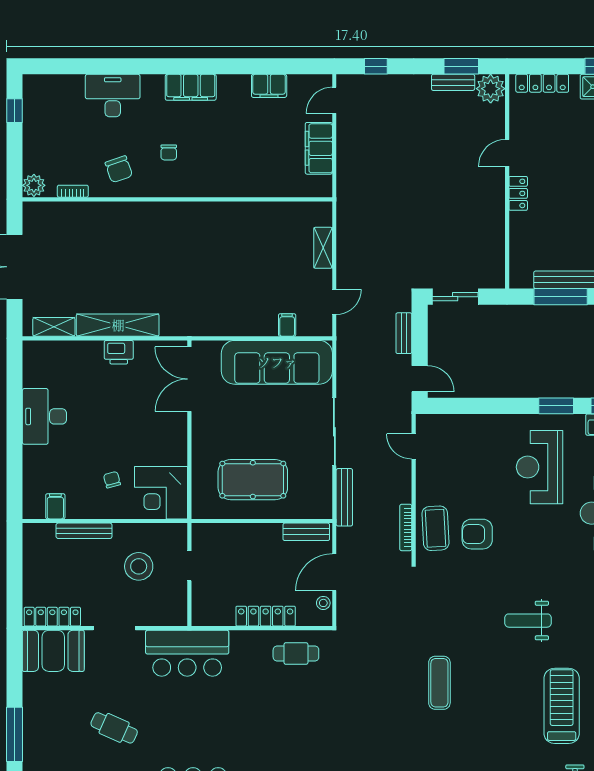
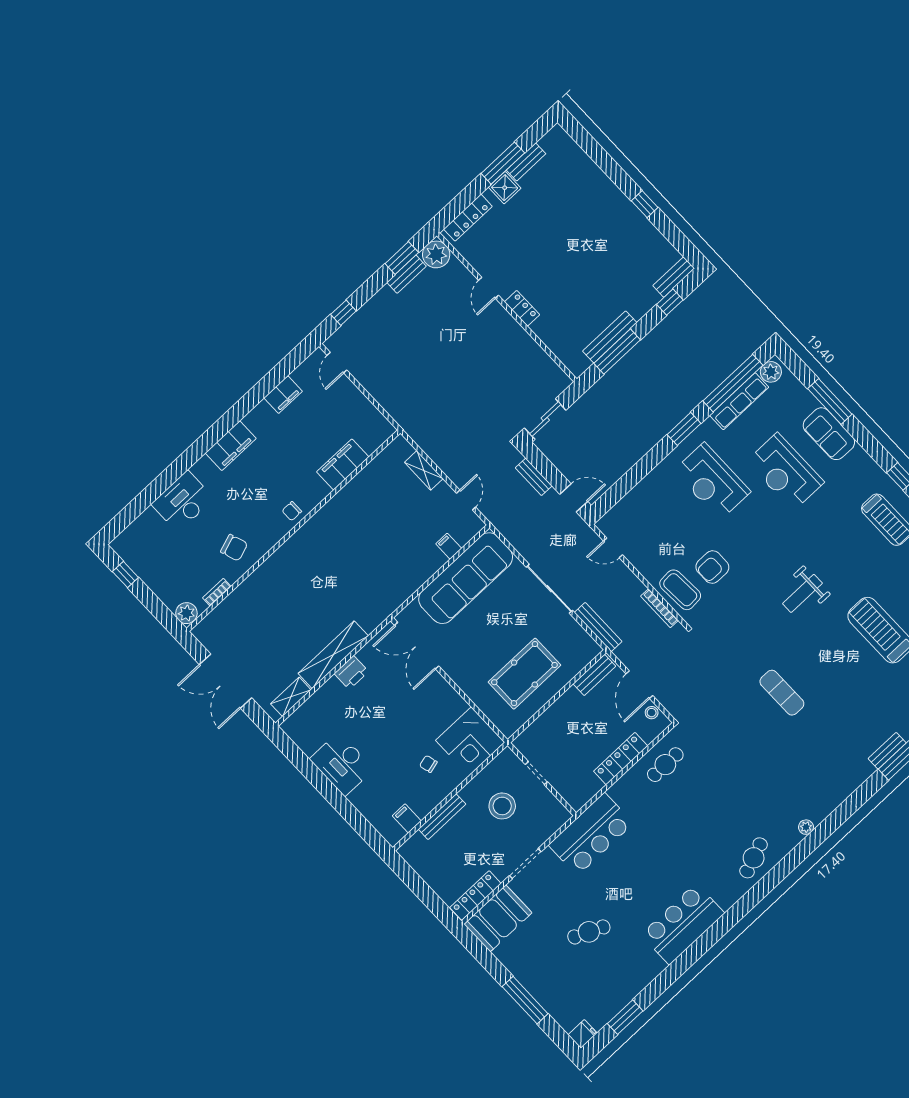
filing cabinet: (319, 148) -> (343, 464), moved, turned 90
chair: (169, 152) -> (292, 511), moved, turned 90

